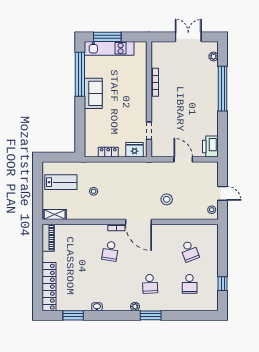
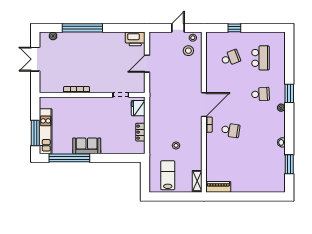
stool: (167, 199) -> (188, 51), moved
school desk: (190, 284) -> (260, 58), width x1.85
window: (223, 284) -> (234, 28), moved
locker: (49, 287) -> (263, 186), removed

